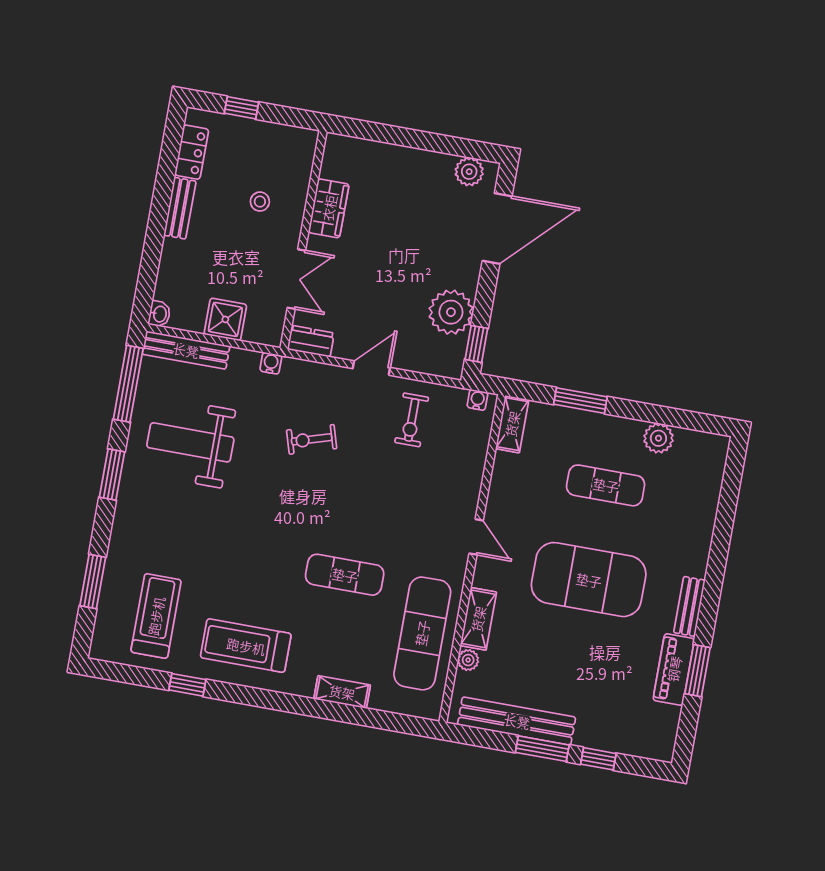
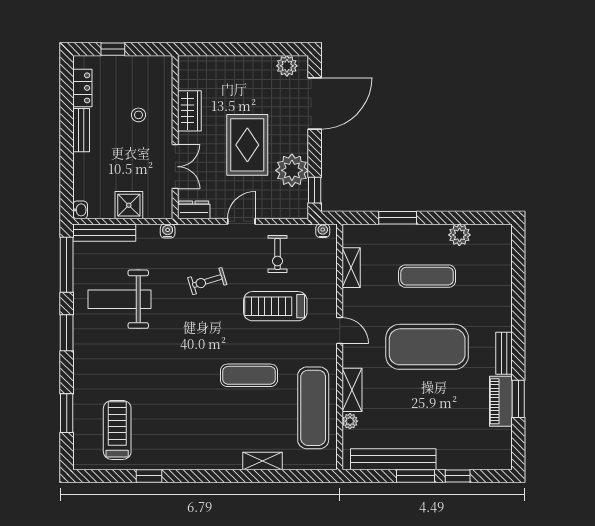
rug: (398, 267) -> (247, 145), added
shelving: (512, 424) -> (351, 268), moved
treadmill: (246, 646) -> (275, 306), moved

